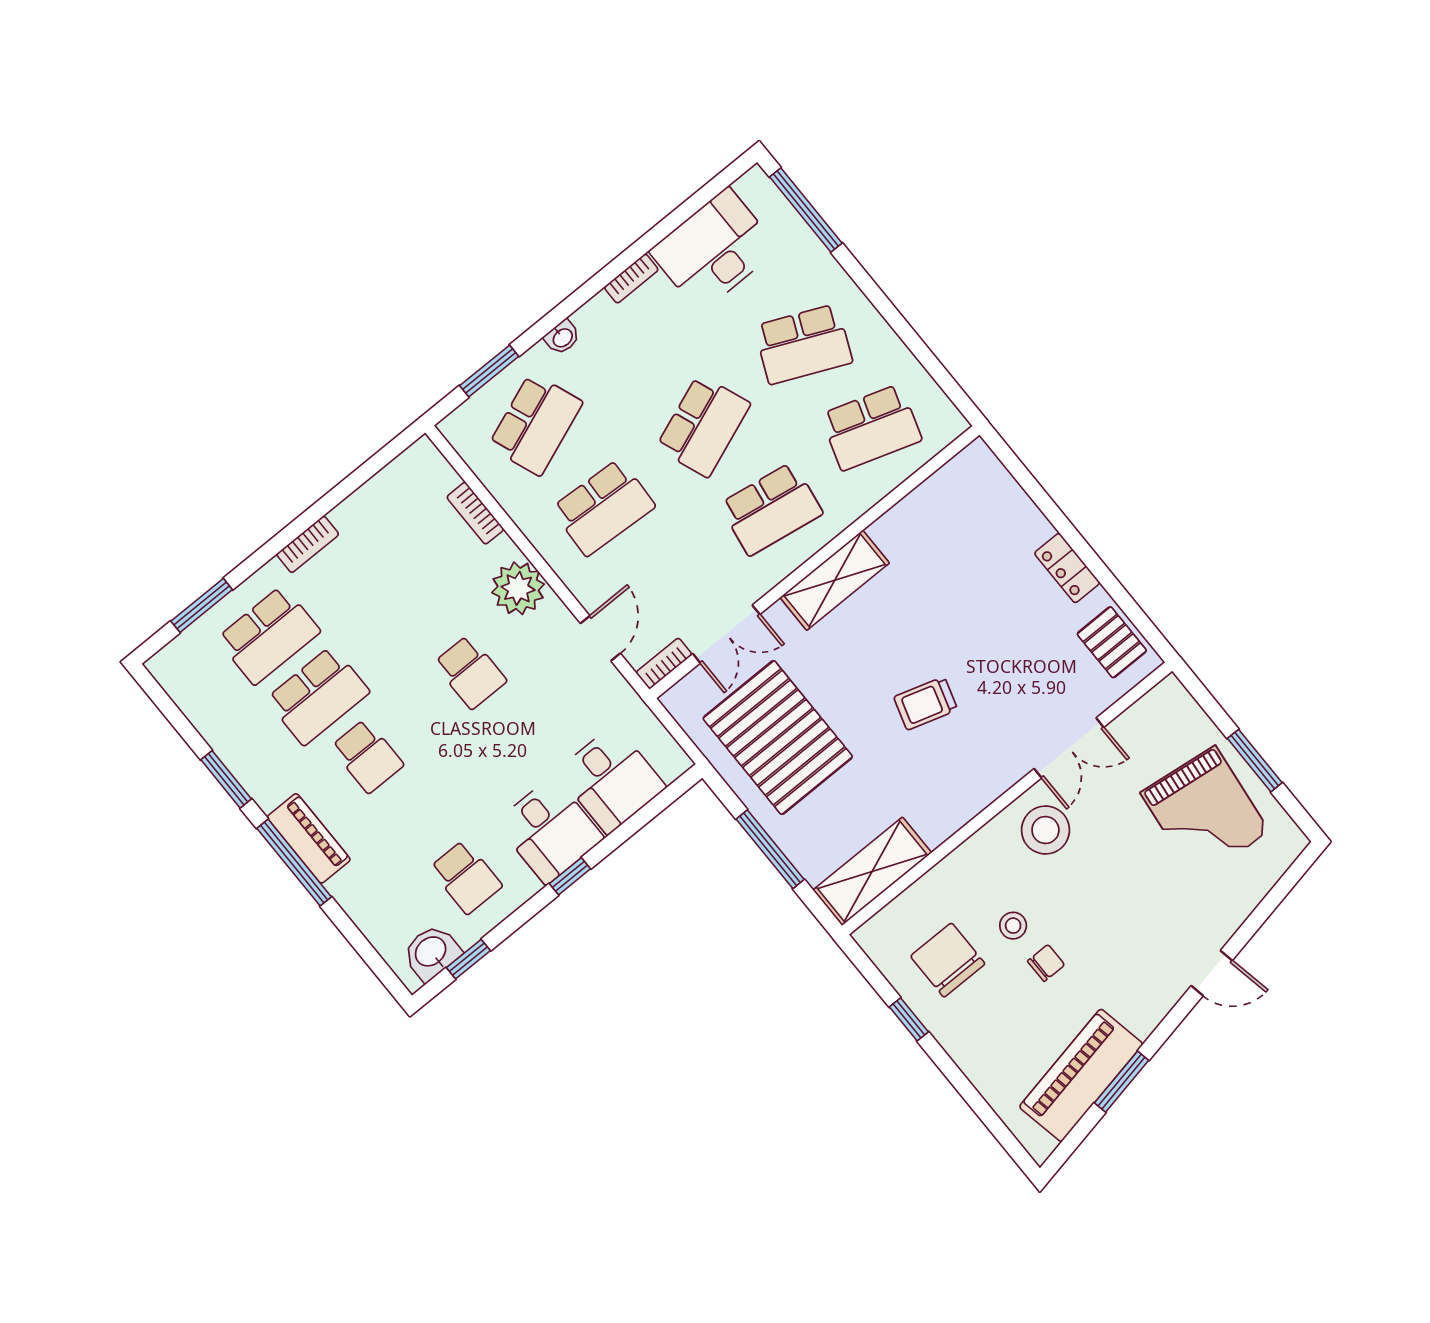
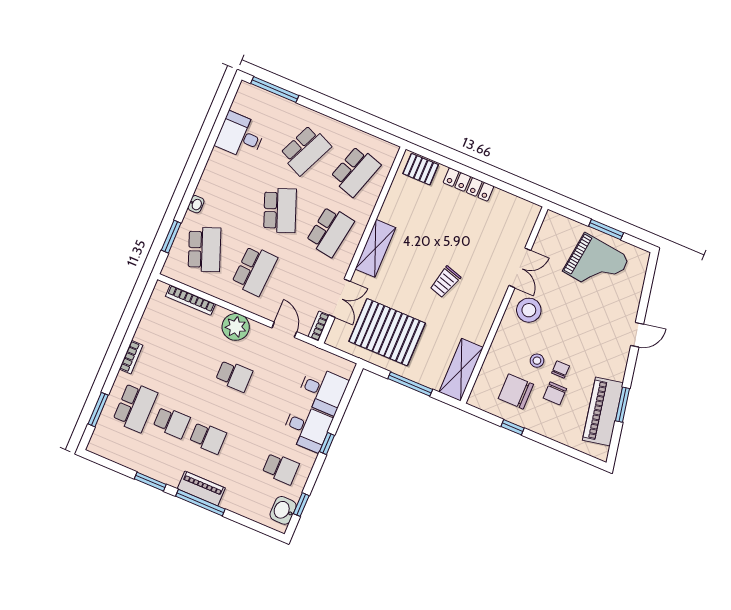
desk: (714, 250) -> (240, 136), width x0.73
bookcase: (631, 278) -> (213, 162), removed
bookcase: (475, 513) -> (191, 300), width x1.56
locker: (1067, 568) -> (468, 184), width x1.53
pallet: (1112, 642) -> (421, 169), moved
school desk: (318, 696) -> (171, 422), width x0.54
chair: (1014, 999) -> (555, 393), added

